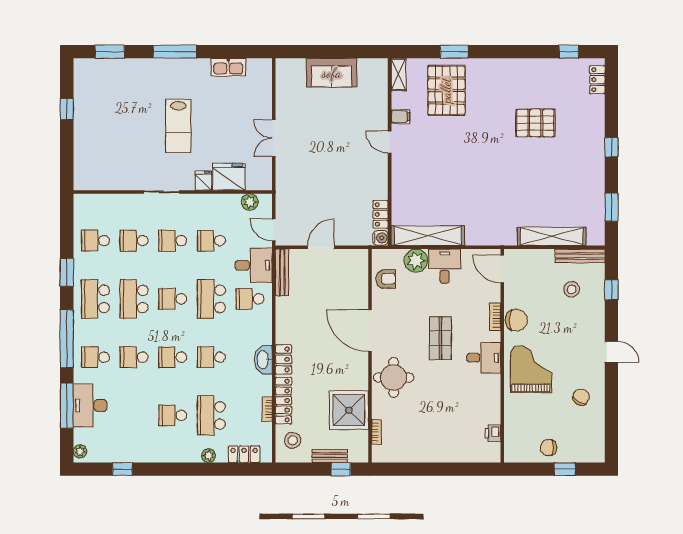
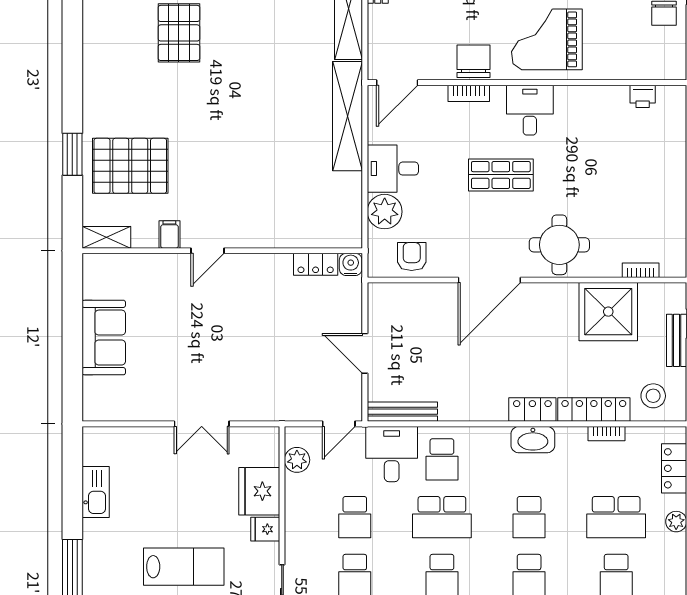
shelving: (428, 236) -> (347, 116), moved

